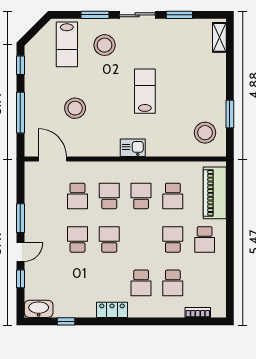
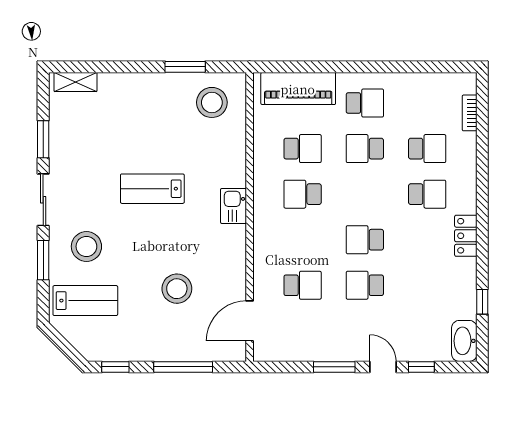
school desk: (109, 196) -> (303, 240), removed

